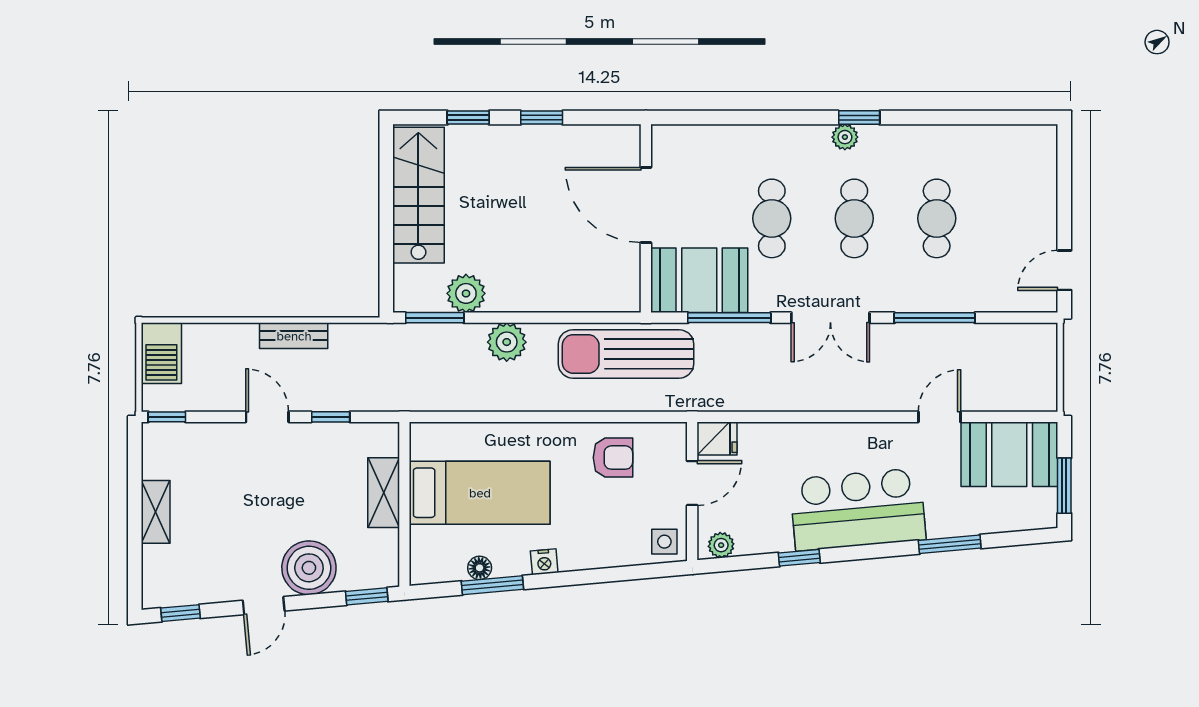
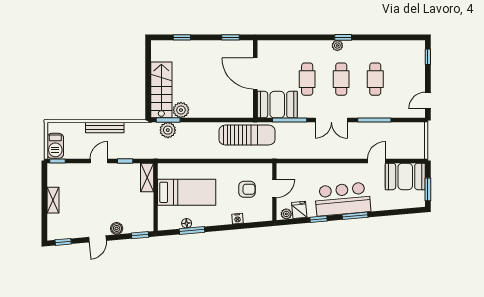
window: (542, 118) -> (230, 37), moved
window: (1064, 164) -> (428, 57), added
stairs: (418, 195) -> (161, 90), moved
bench: (294, 336) -> (105, 127), width x1.36
plant: (507, 342) -> (168, 130), moved
barbecue: (161, 353) -> (55, 146), moved
sun lounger: (626, 354) -> (247, 135), turned 180
door: (267, 417) -> (99, 161), hinge flipped
fridge: (717, 439) -> (299, 210), moved, turned -95
armchair: (613, 458) -> (247, 189), moved
shelving: (384, 493) -> (147, 177), moved
side table: (664, 542) -> (263, 212), removed
window: (950, 544) -> (355, 216), moved
nightstand: (544, 562) -> (237, 219), moved
boiler: (309, 568) -> (117, 228), width x0.54, depth x0.54

